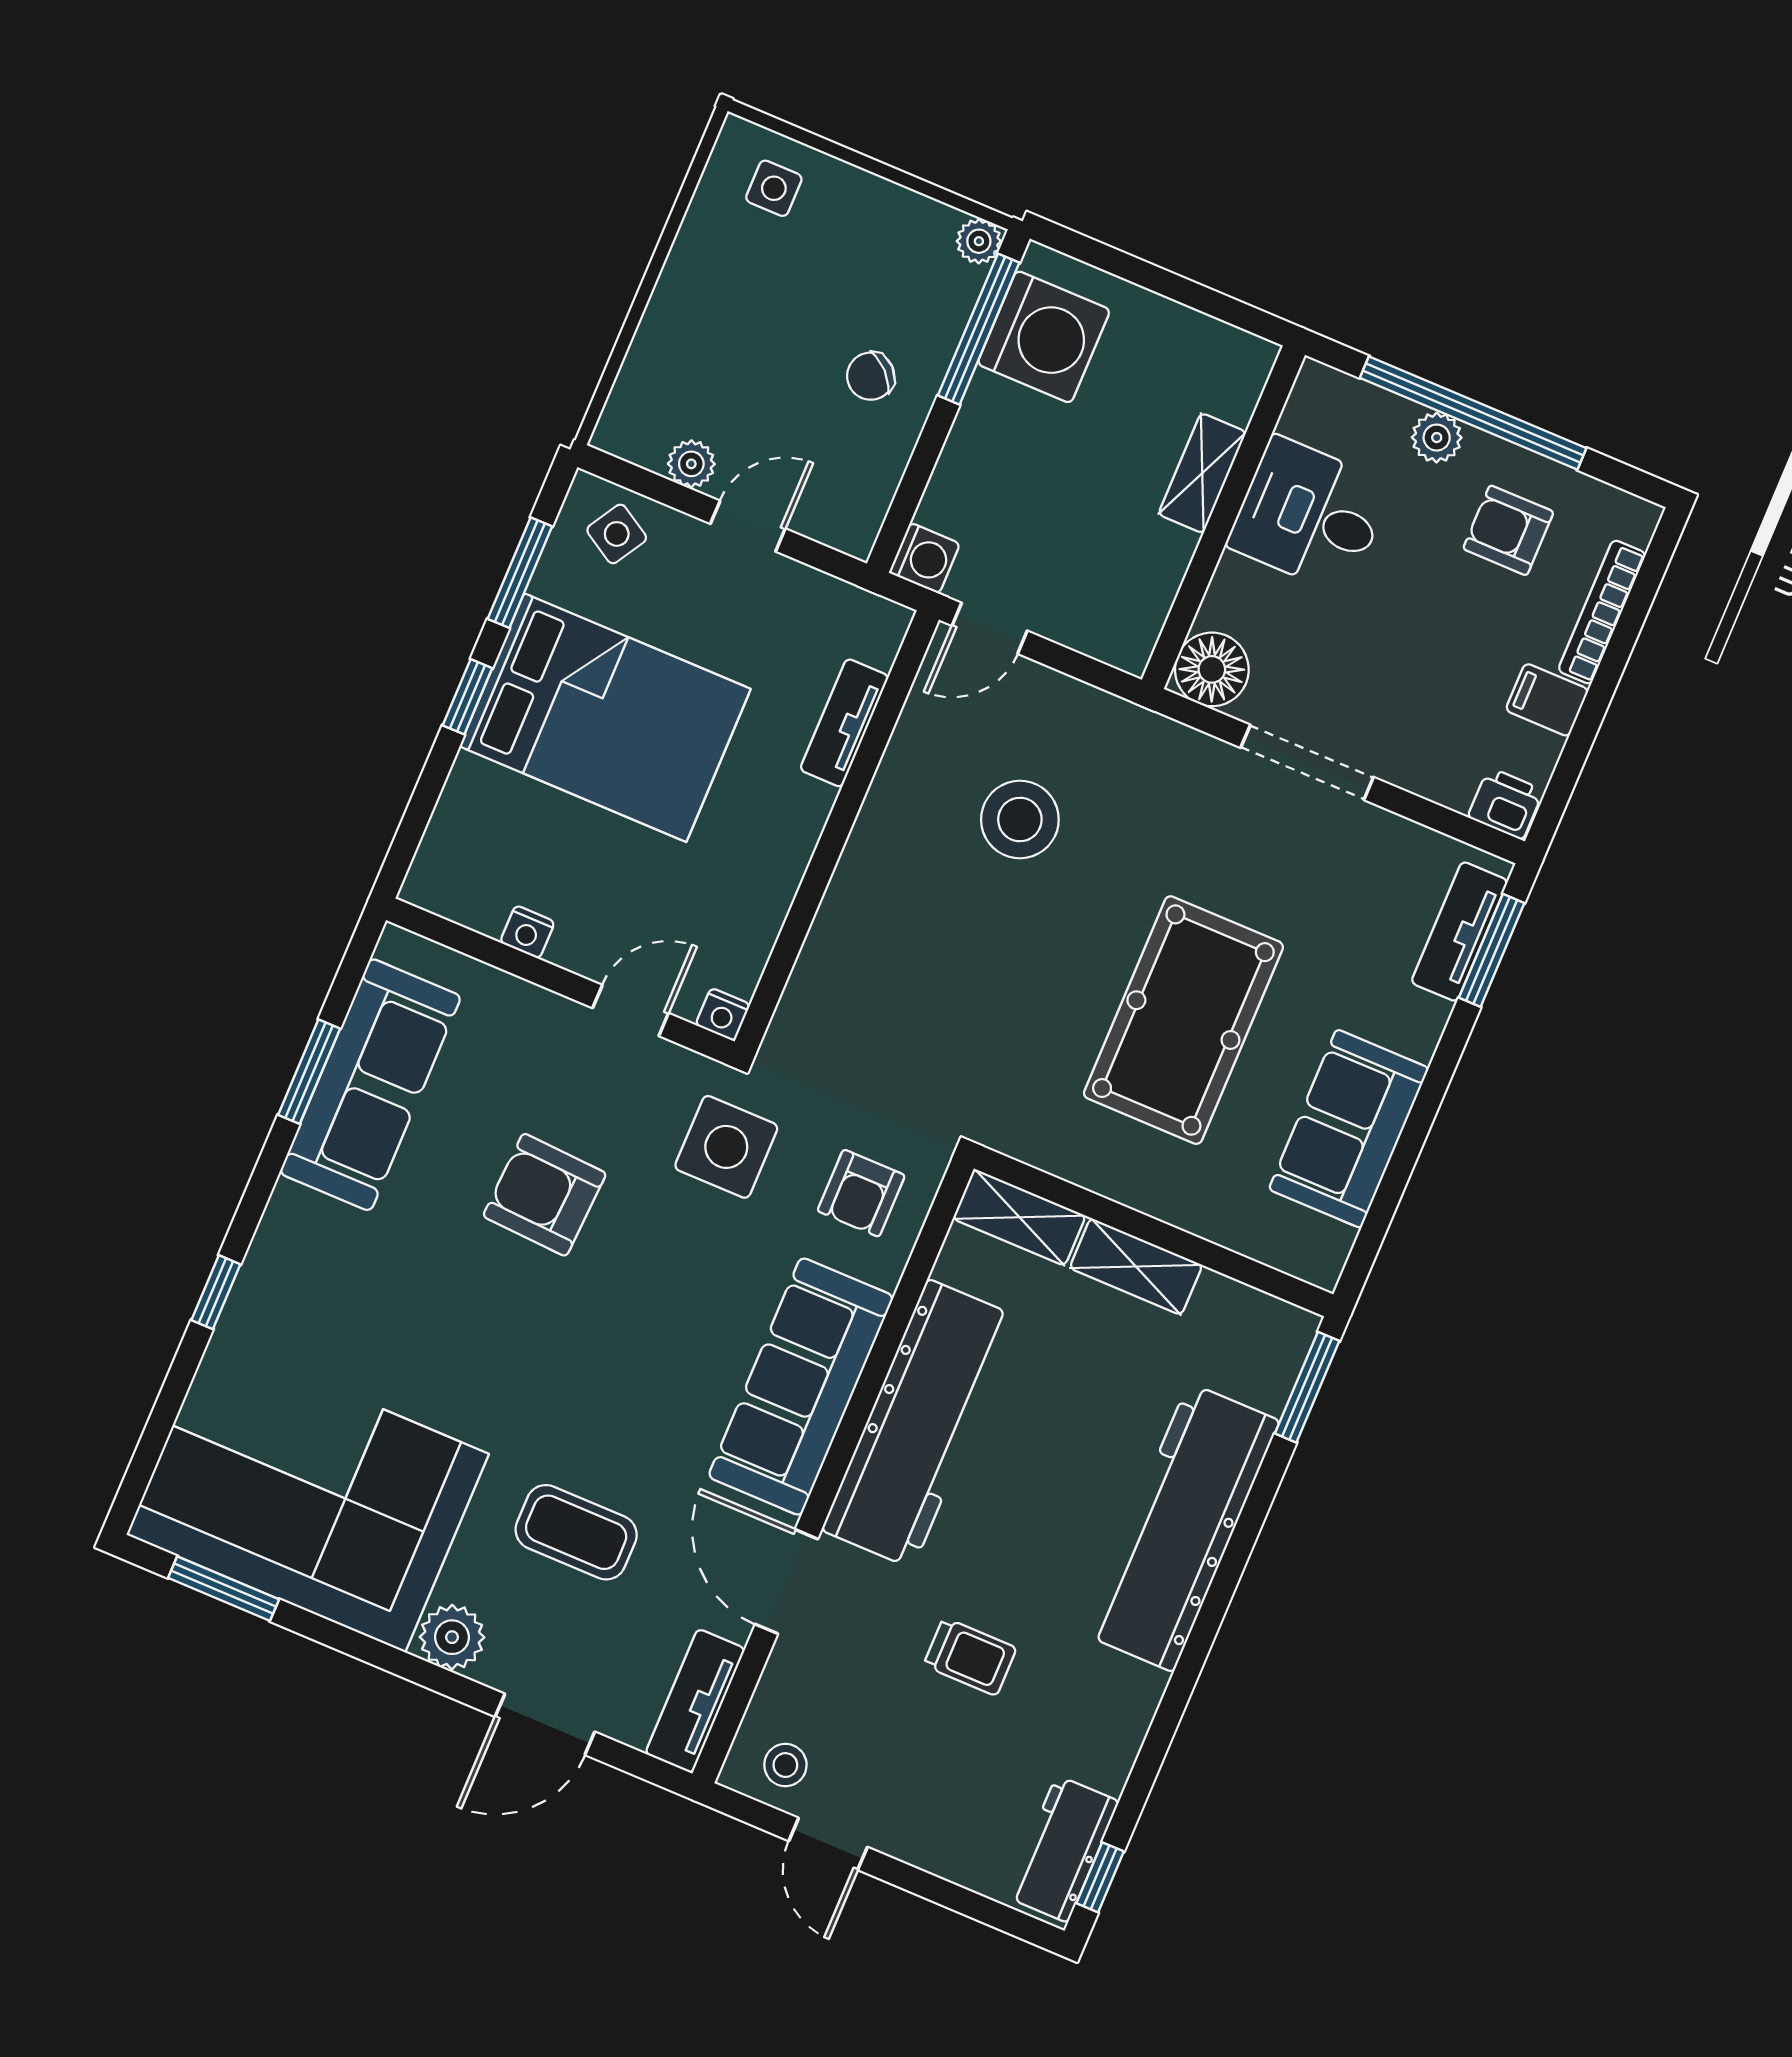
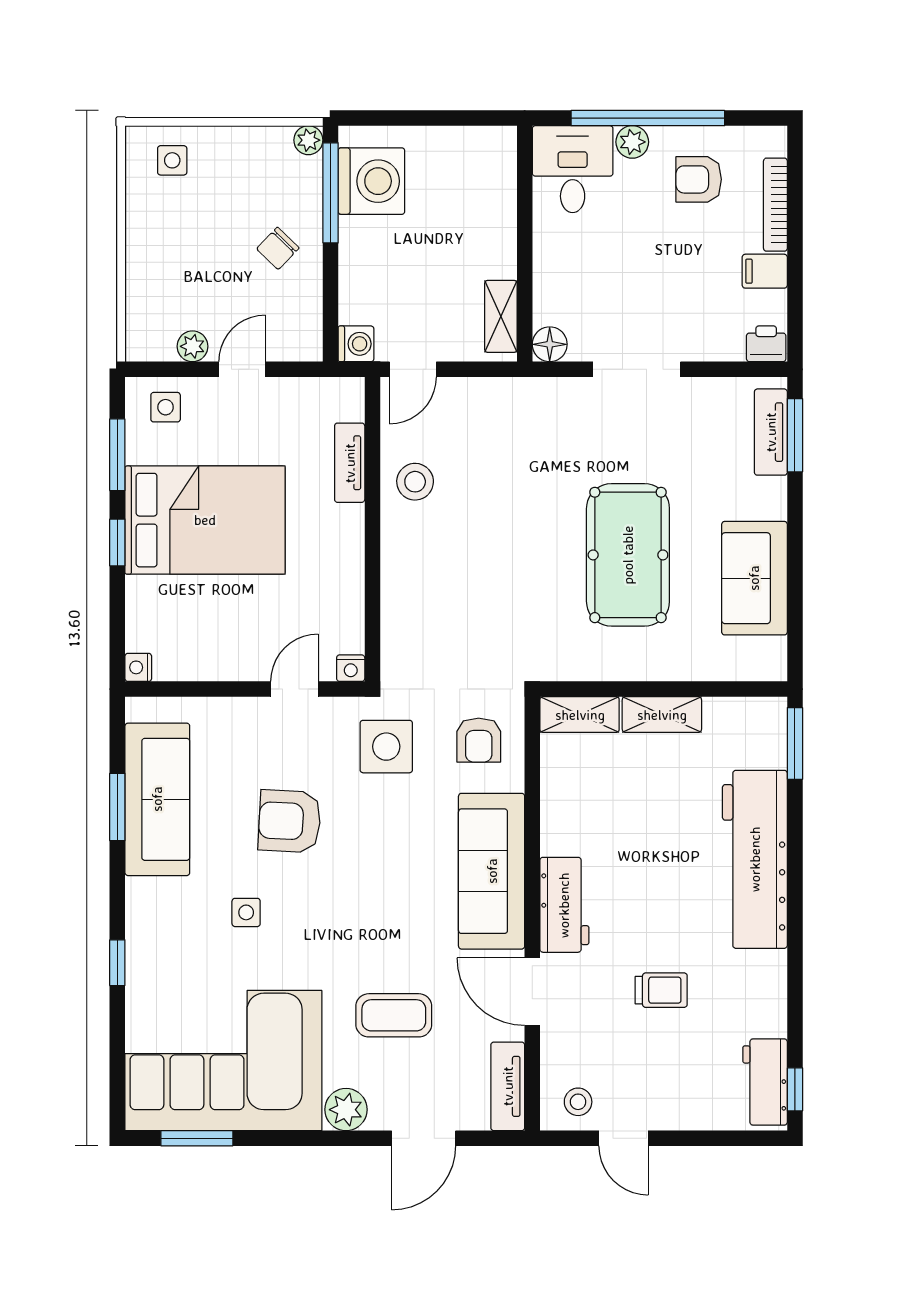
shelving: (1202, 473) -> (501, 316), moved
desk: (1310, 515) -> (573, 169), moved, turned 90
side table: (617, 534) -> (166, 407), turned -31
floor lamp: (1212, 669) -> (550, 344), width x0.73, depth x0.73
stool: (1020, 820) -> (415, 482), moved, width x0.73, depth x0.73
nightstand: (527, 932) -> (138, 667), moved, turned 90
side table: (428, 1298) -> (246, 912), added
workbench: (920, 1424) -> (564, 905), width x0.53, depth x0.76

